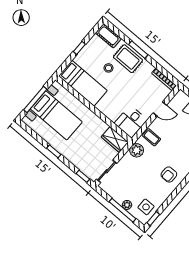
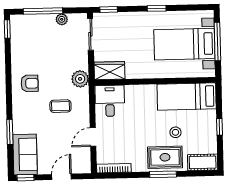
coffee table: (151, 137) -> (60, 106), moved
armchair: (169, 175) -> (30, 83), turned 90
plant: (127, 205) -> (62, 19), moved
side table: (146, 207) -> (24, 34), removed

